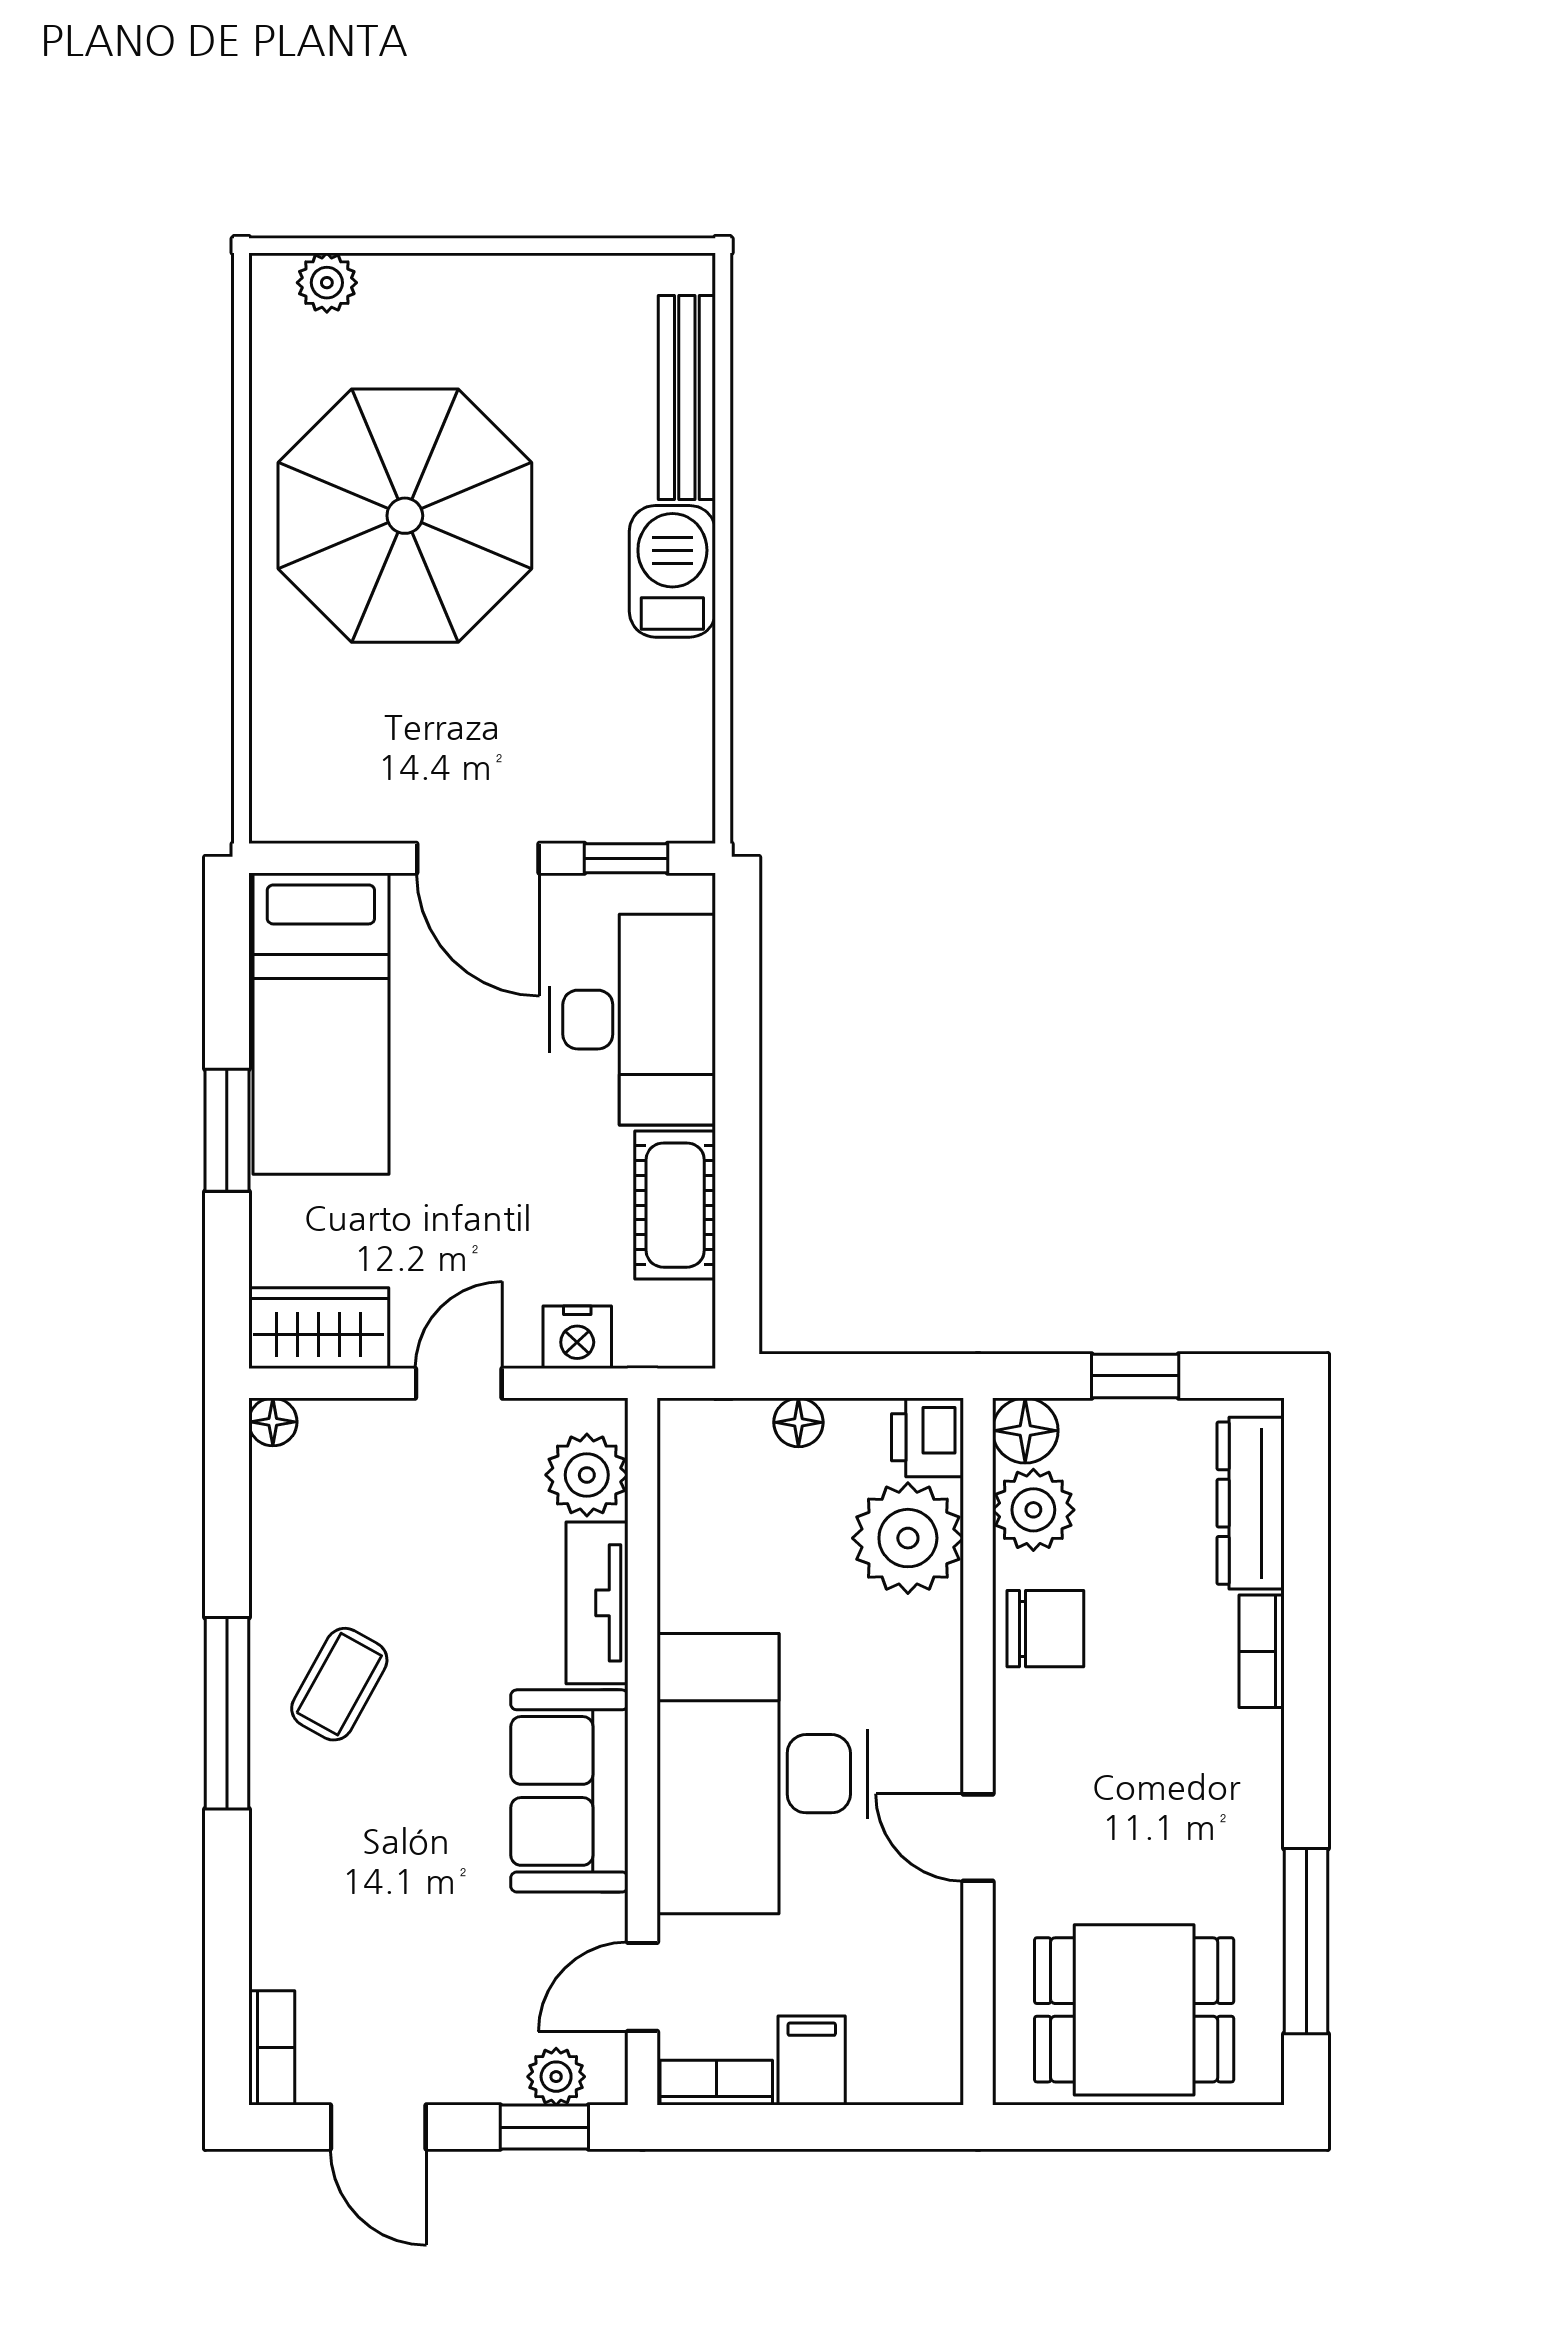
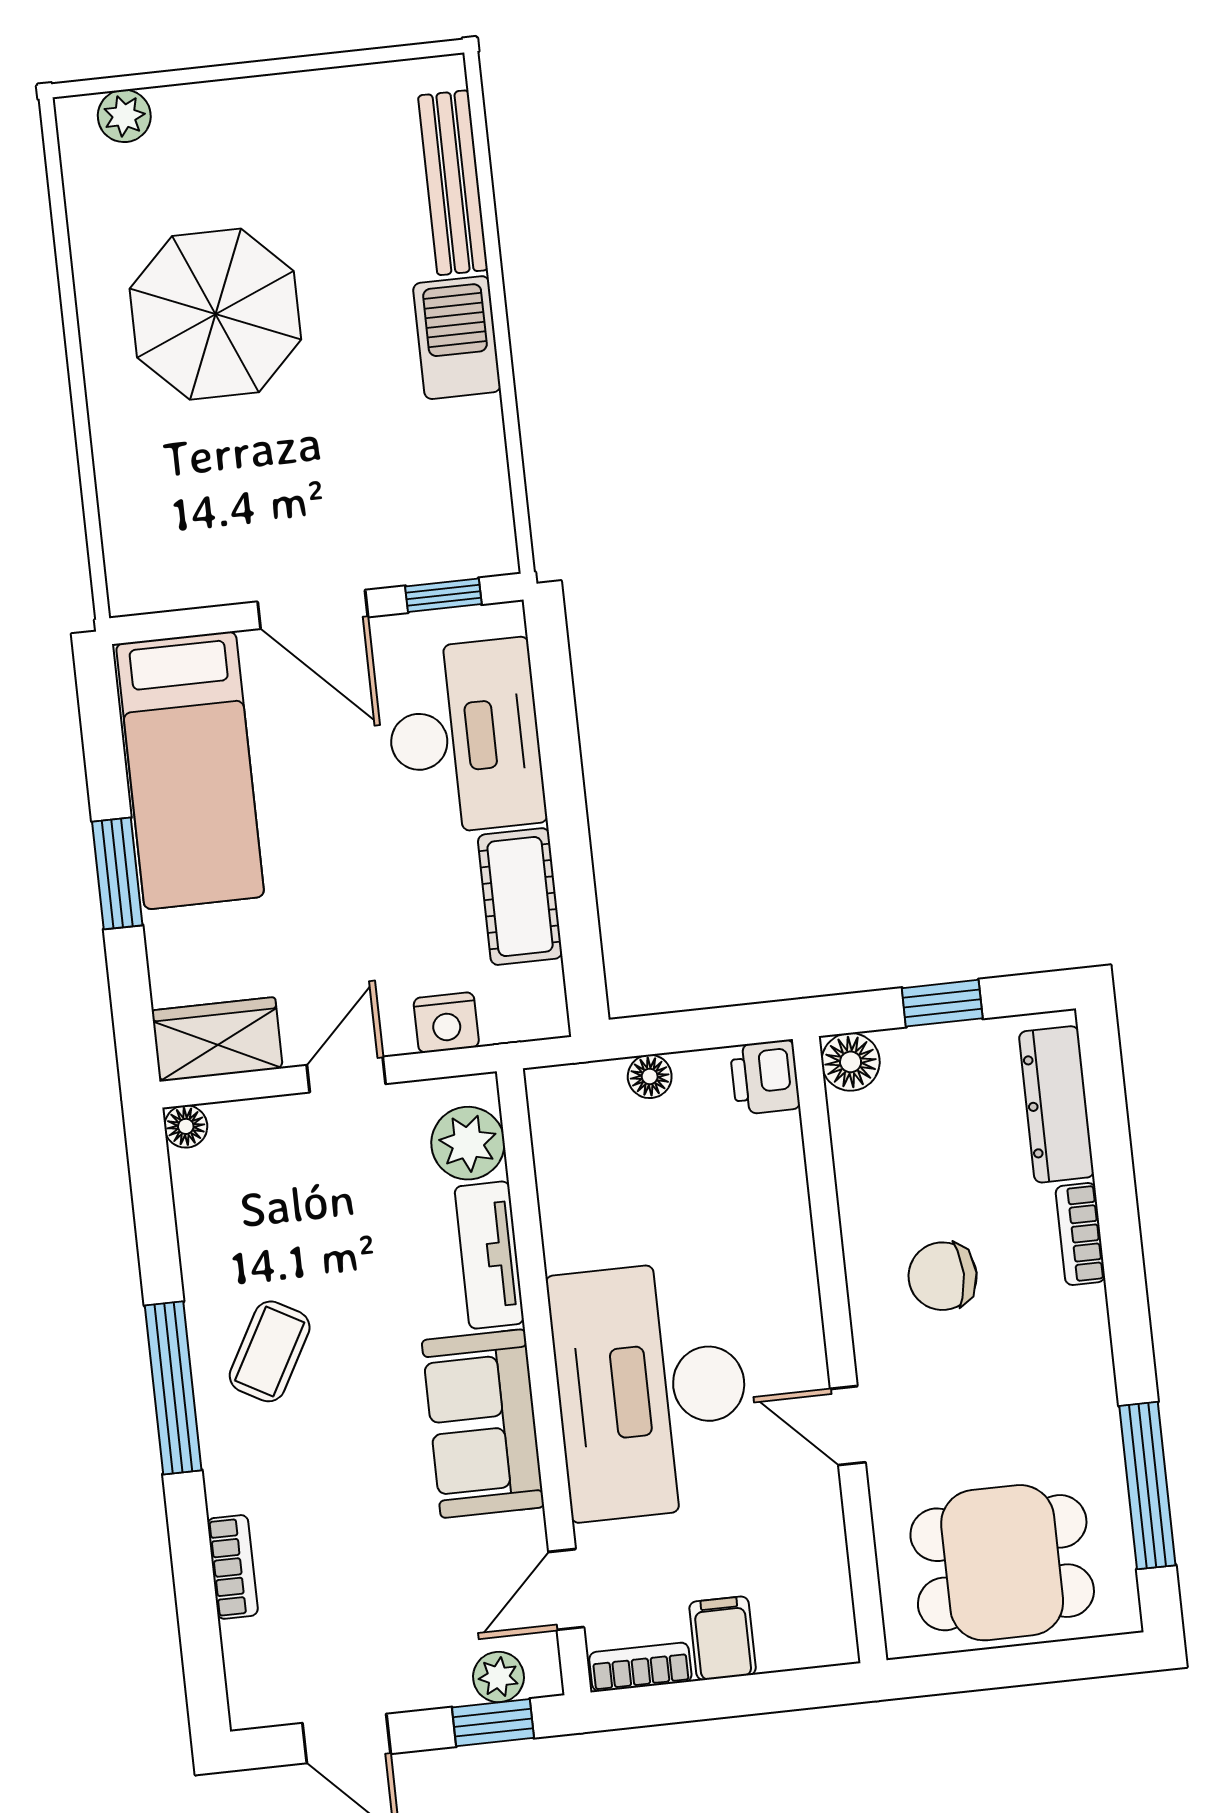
parasol: (405, 516) -> (215, 314), width x0.73, depth x0.73
plant: (1033, 1510) -> (865, 1131), removed
plant: (908, 1538) -> (757, 1168), removed
chair: (1045, 1629) -> (943, 1276), moved, turned 180
bookcase: (272, 2048) -> (233, 1567), moved

